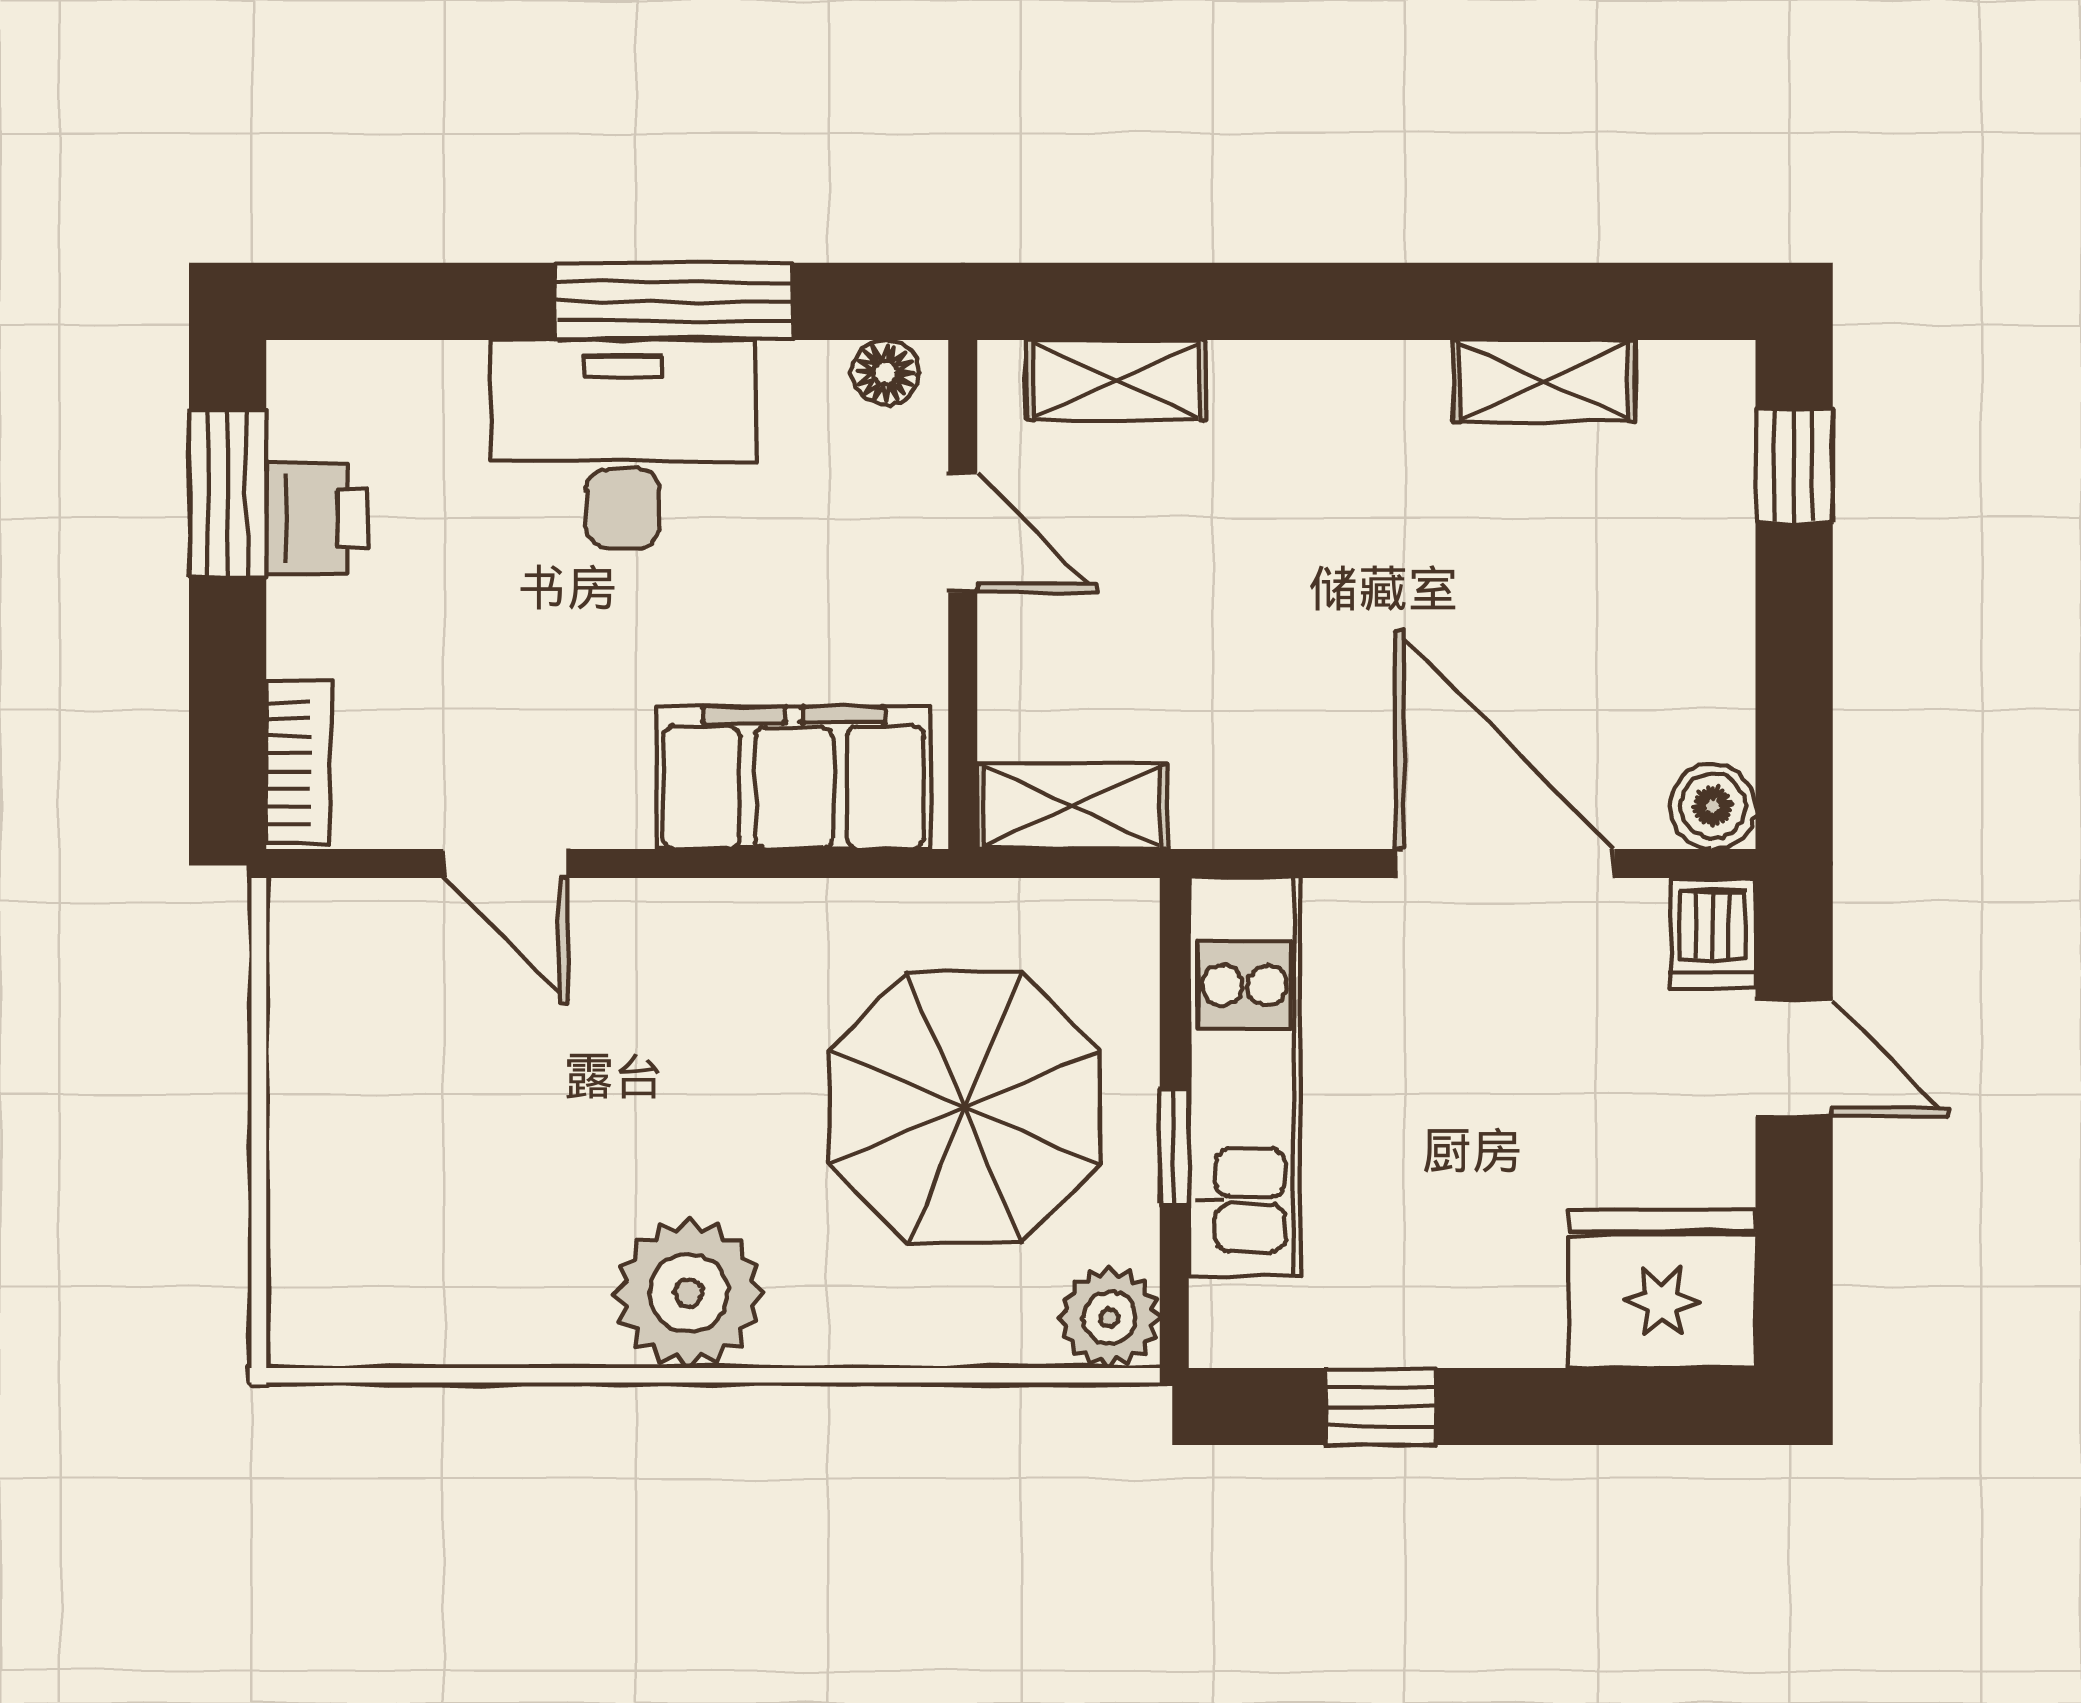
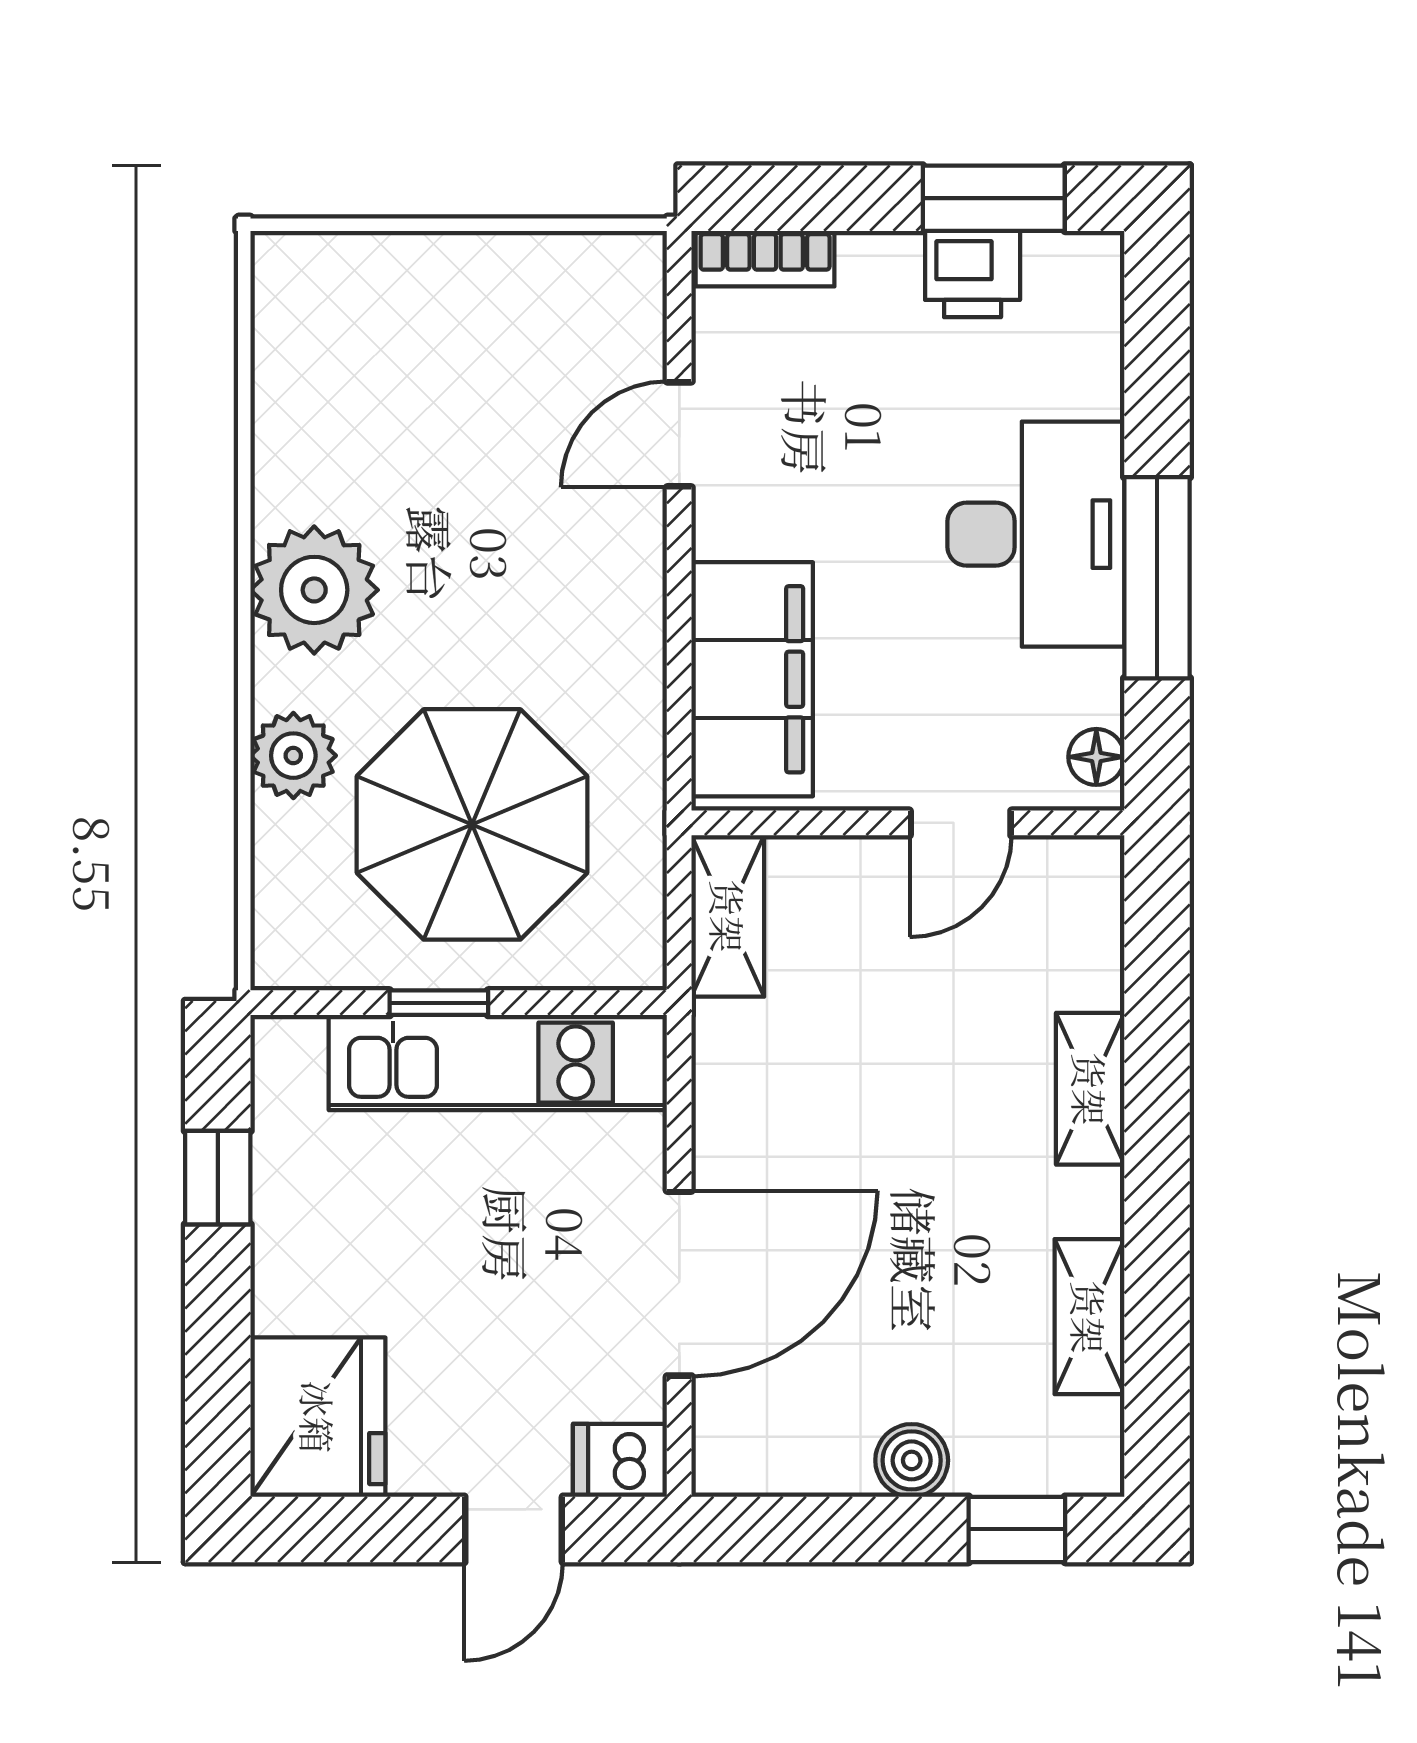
shelving: (1116, 380) -> (1090, 1089), moved
boiler: (1713, 806) -> (912, 1460), moved
plant: (1109, 1318) -> (293, 756), moved

